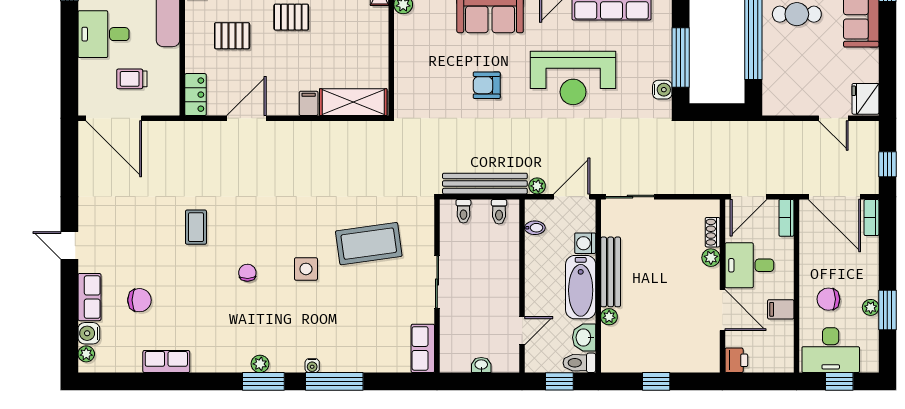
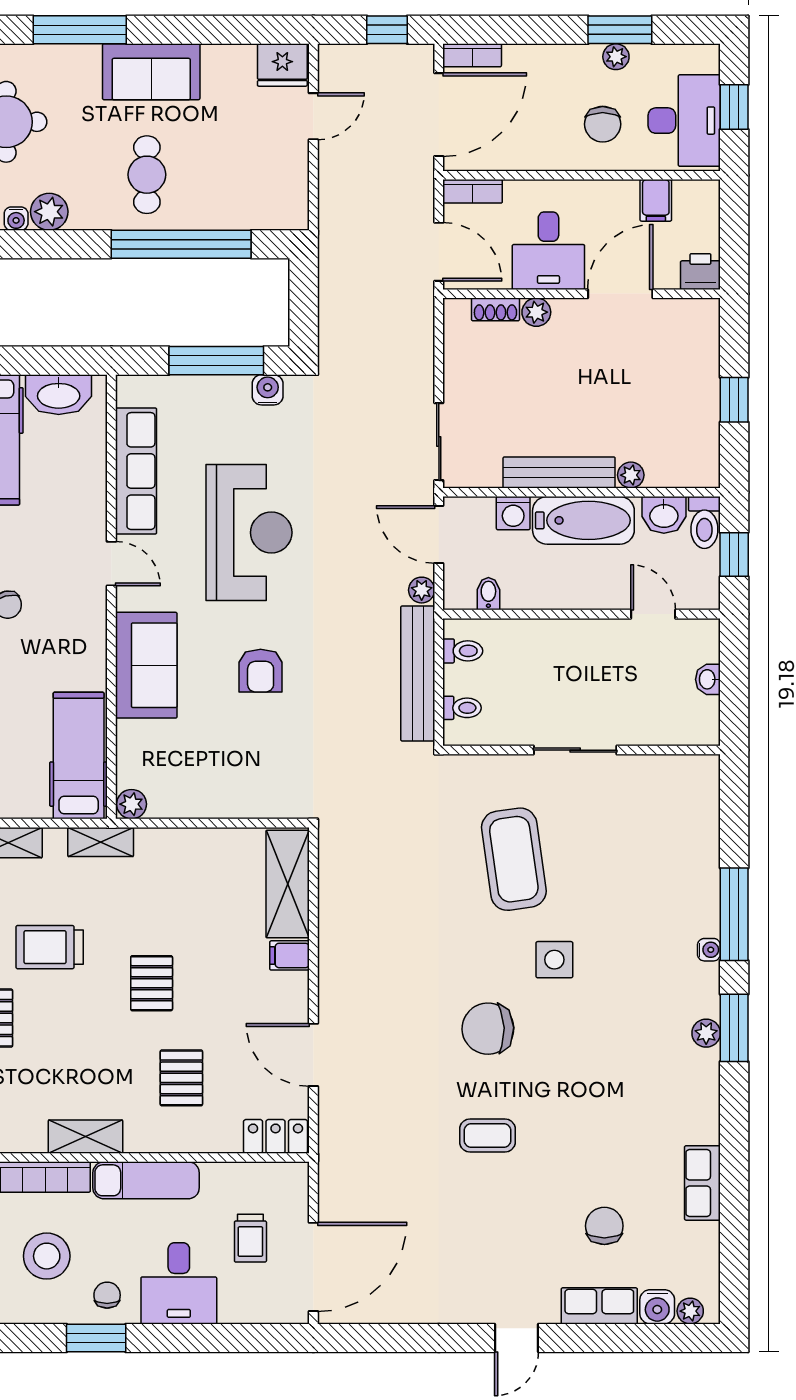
chair: (247, 273) -> (488, 1029), moved, width x1.87, depth x1.87
filing cabinet: (781, 309) -> (656, 200), moved
row of seats: (423, 348) -> (681, 773), removed

